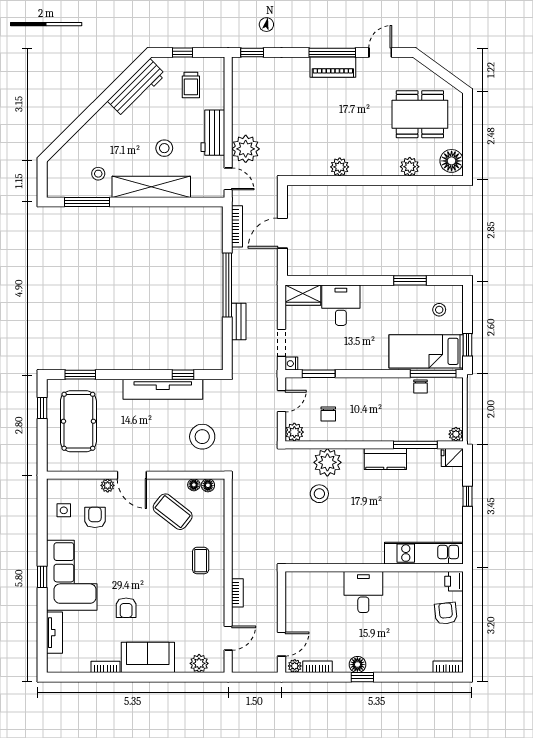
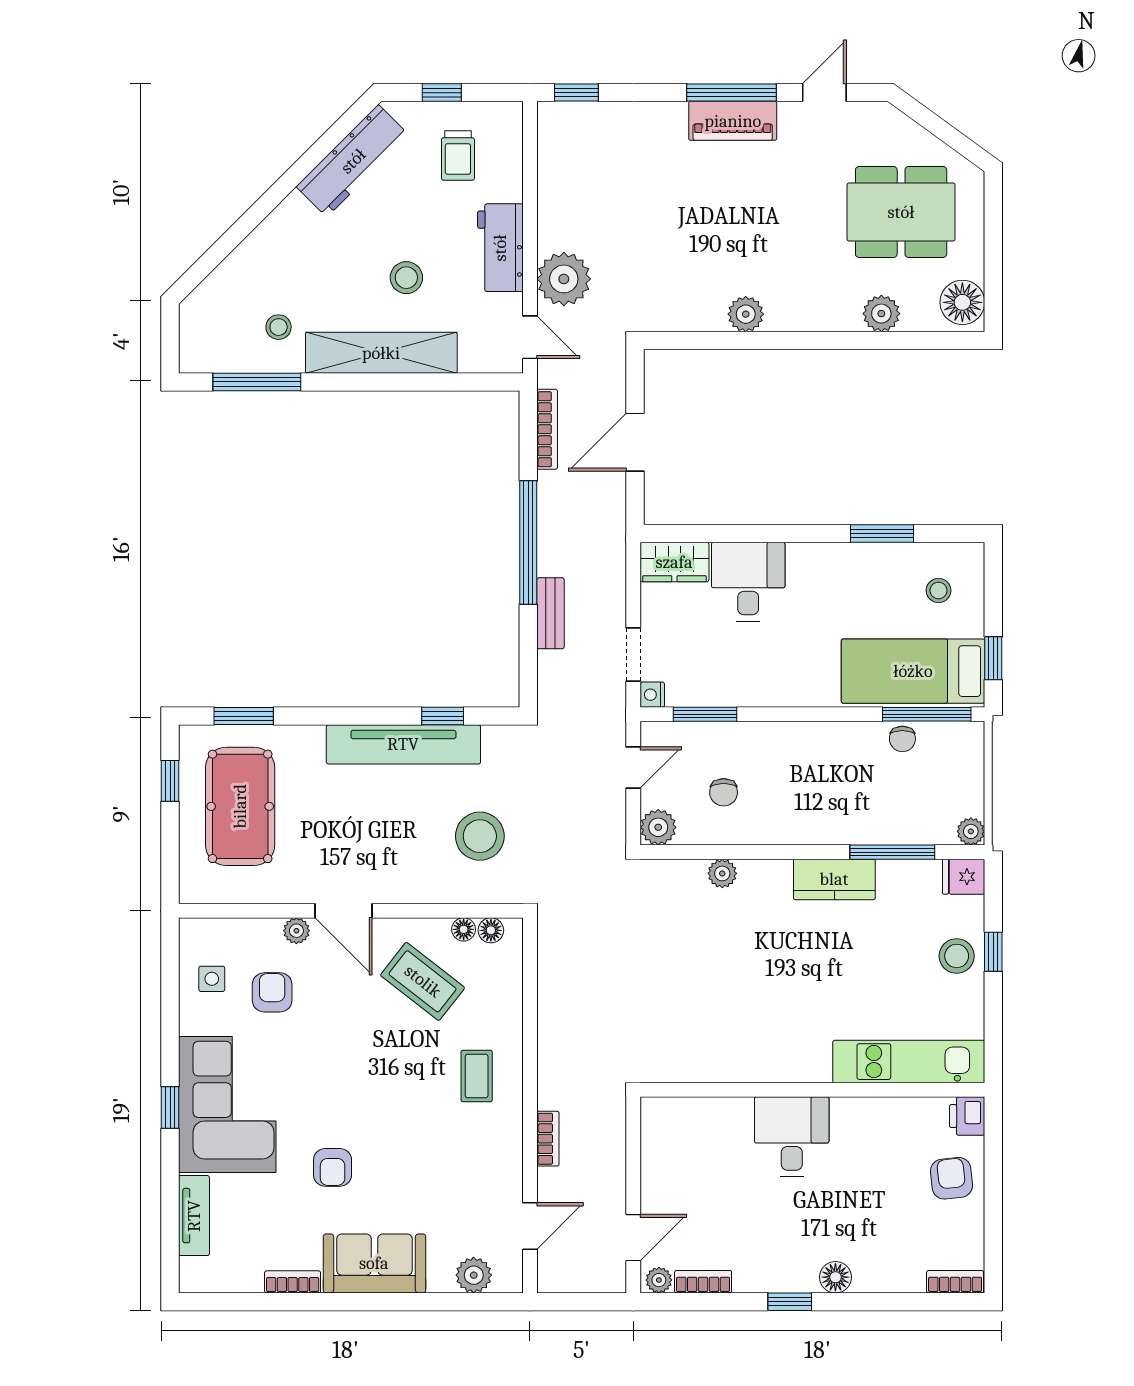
plant: (327, 462) -> (722, 873), width x0.53, depth x0.53
stool: (319, 494) -> (957, 956), moved
floor lamp: (357, 665) -> (835, 1277), moved

